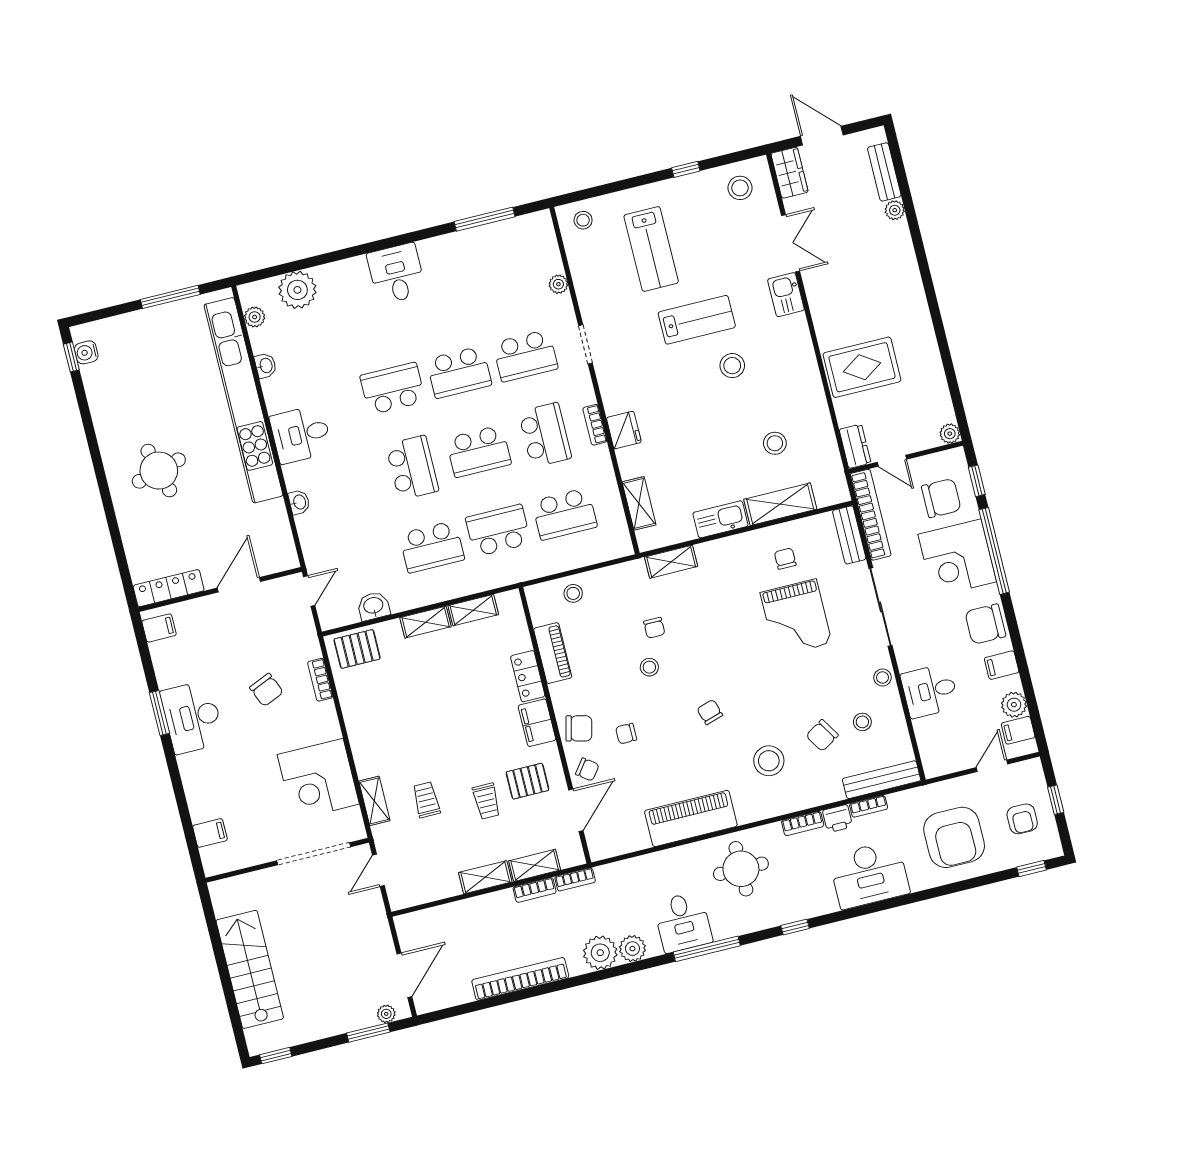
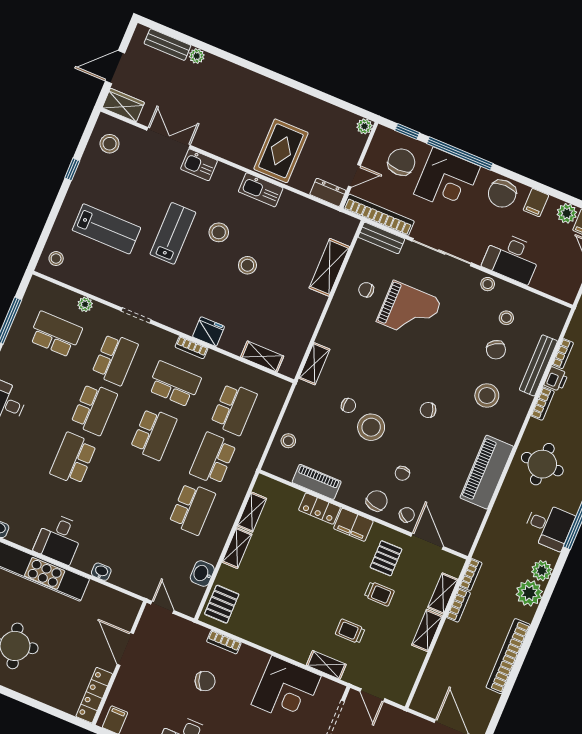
stool: (775, 443) -> (247, 265), moved
school desk: (412, 468) -> (55, 334), moved
kitchen sink: (720, 519) -> (261, 190), moved, turned -90
stool: (649, 667) -> (371, 427), width x1.89, depth x1.89
desk: (930, 691) -> (512, 258), width x1.37
bench: (882, 780) -> (538, 365), moved

